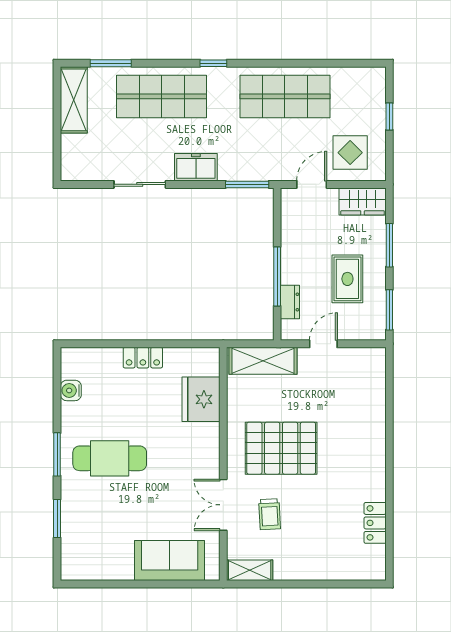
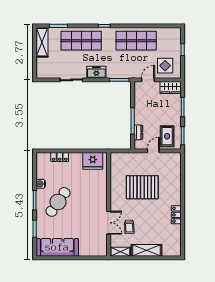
rug: (347, 279) -> (167, 136), moved
locker: (143, 358) -> (60, 157), moved
shelving: (263, 361) -> (147, 250), moved
water cooler: (71, 390) -> (41, 184), moved
fridge: (201, 399) -> (93, 161), moved, turned -90
pallet: (281, 448) -> (142, 187), moved
cafe table: (110, 458) -> (58, 202), turned -55
double door: (223, 505) -> (109, 223), swing flipped
locker: (375, 523) -> (176, 215), moved
sofa: (170, 560) -> (57, 247), moved, width x1.36

